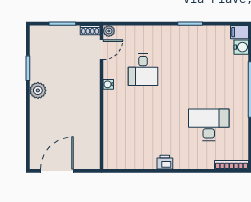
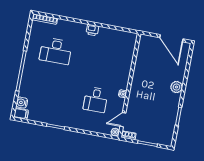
desk: (143, 70) -> (96, 100), turned 180
plant: (38, 90) -> (176, 87), moved
door: (57, 171) -> (171, 38), hinge flipped

